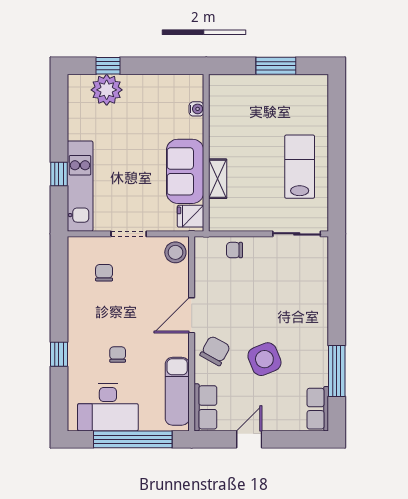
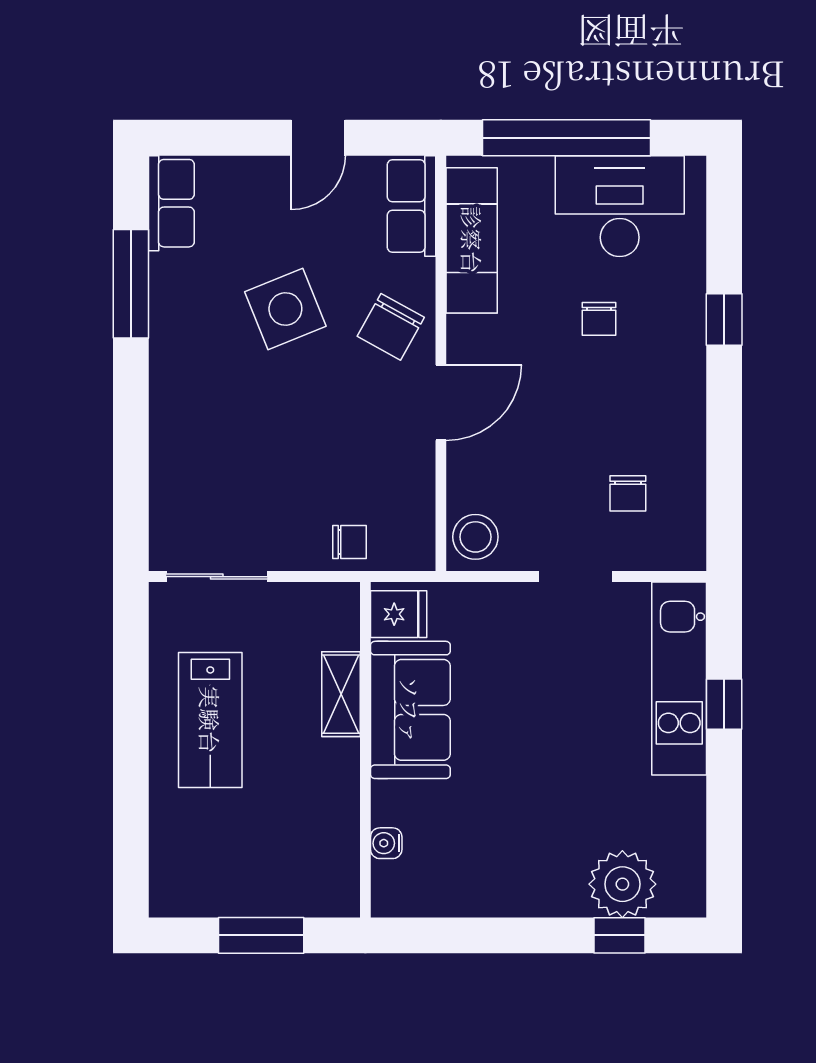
water cooler: (196, 109) -> (386, 843), moved
wall: (206, 153) -> (365, 750), moved
sofa: (185, 171) -> (410, 710), moved
shelving: (218, 179) -> (341, 694), moved
fridge: (191, 216) -> (399, 614), moved

